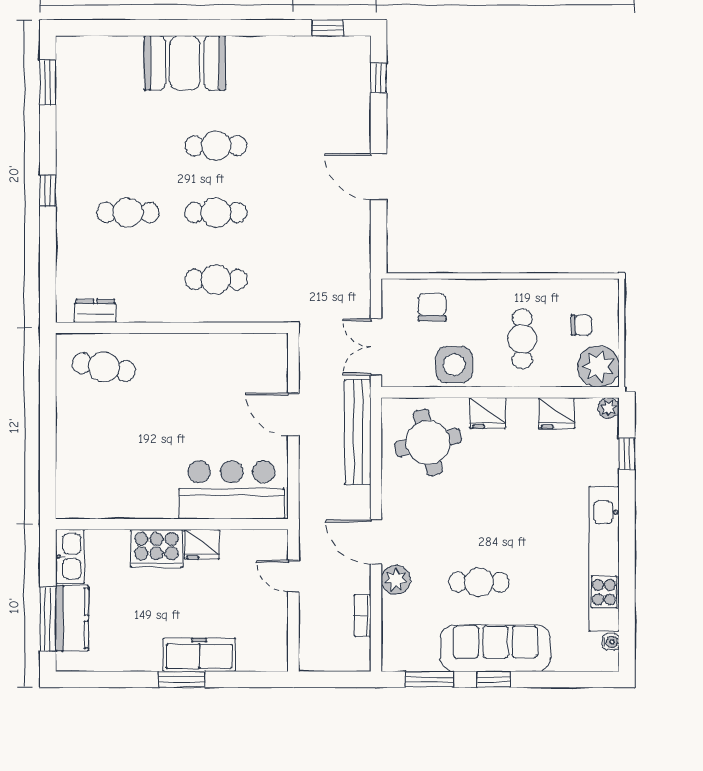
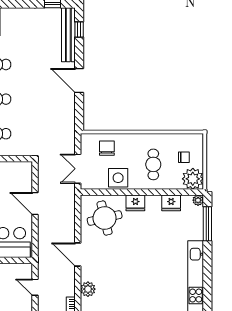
bench: (358, 432) -> (68, 35), moved
window: (627, 454) -> (207, 224), width x2.17
door: (376, 542) -> (78, 254), moved
cafe table: (479, 582) -> (131, 290), removed

